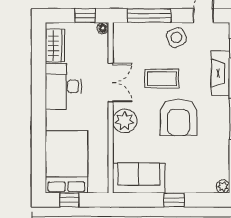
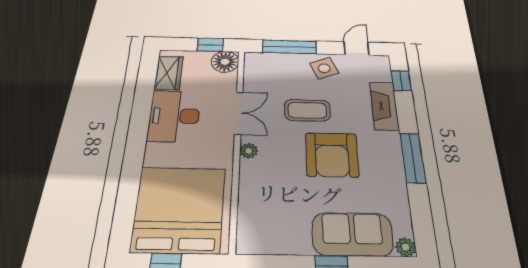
floor lamp: (103, 28) -> (225, 62), width x1.89, depth x1.89
plant: (125, 121) -> (249, 151), width x0.53, depth x0.53
bed: (66, 162) -> (179, 209), width x1.36
sofa: (139, 178) -> (352, 234), moved

